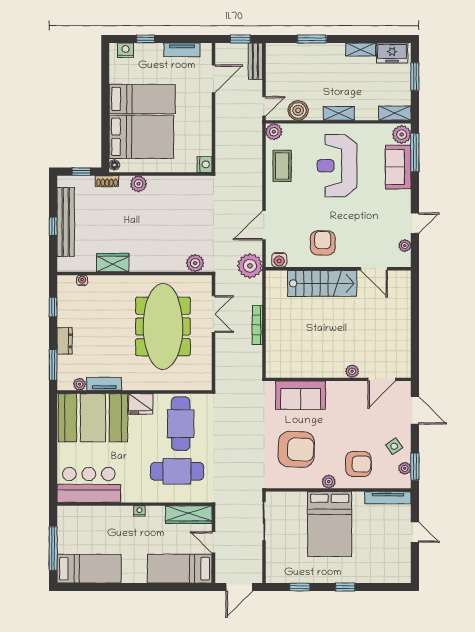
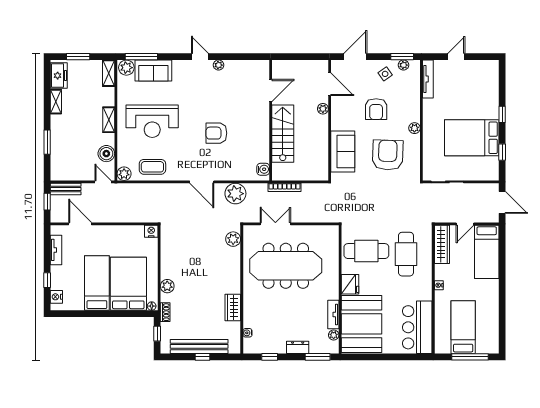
water cooler: (279, 260) -> (263, 169), moved
wall: (338, 269) -> (271, 120), moved
door: (374, 269) -> (271, 91), moved
stairs: (322, 283) -> (283, 134), moved
armchair: (358, 464) -> (376, 109), moved, turned 180
bed: (330, 524) -> (472, 138), moved, turned 180
bed: (89, 569) -> (463, 327), moved

